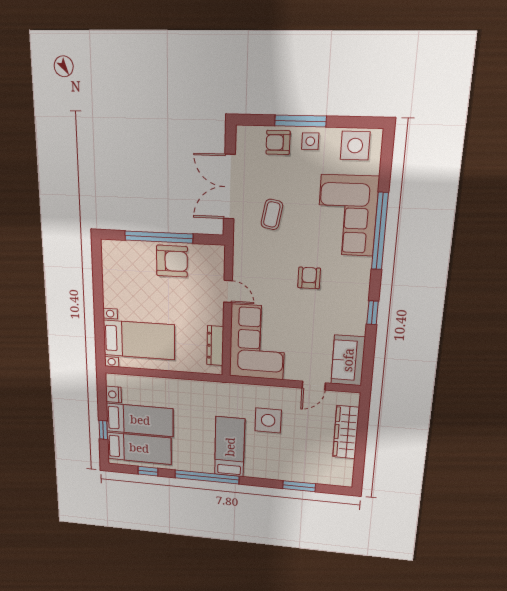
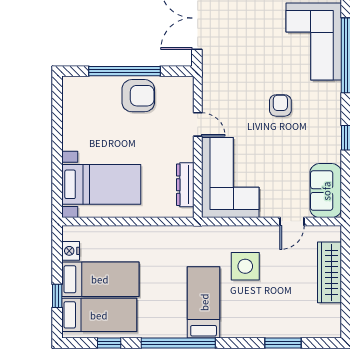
coffee table: (272, 214) -> (240, 43), removed

